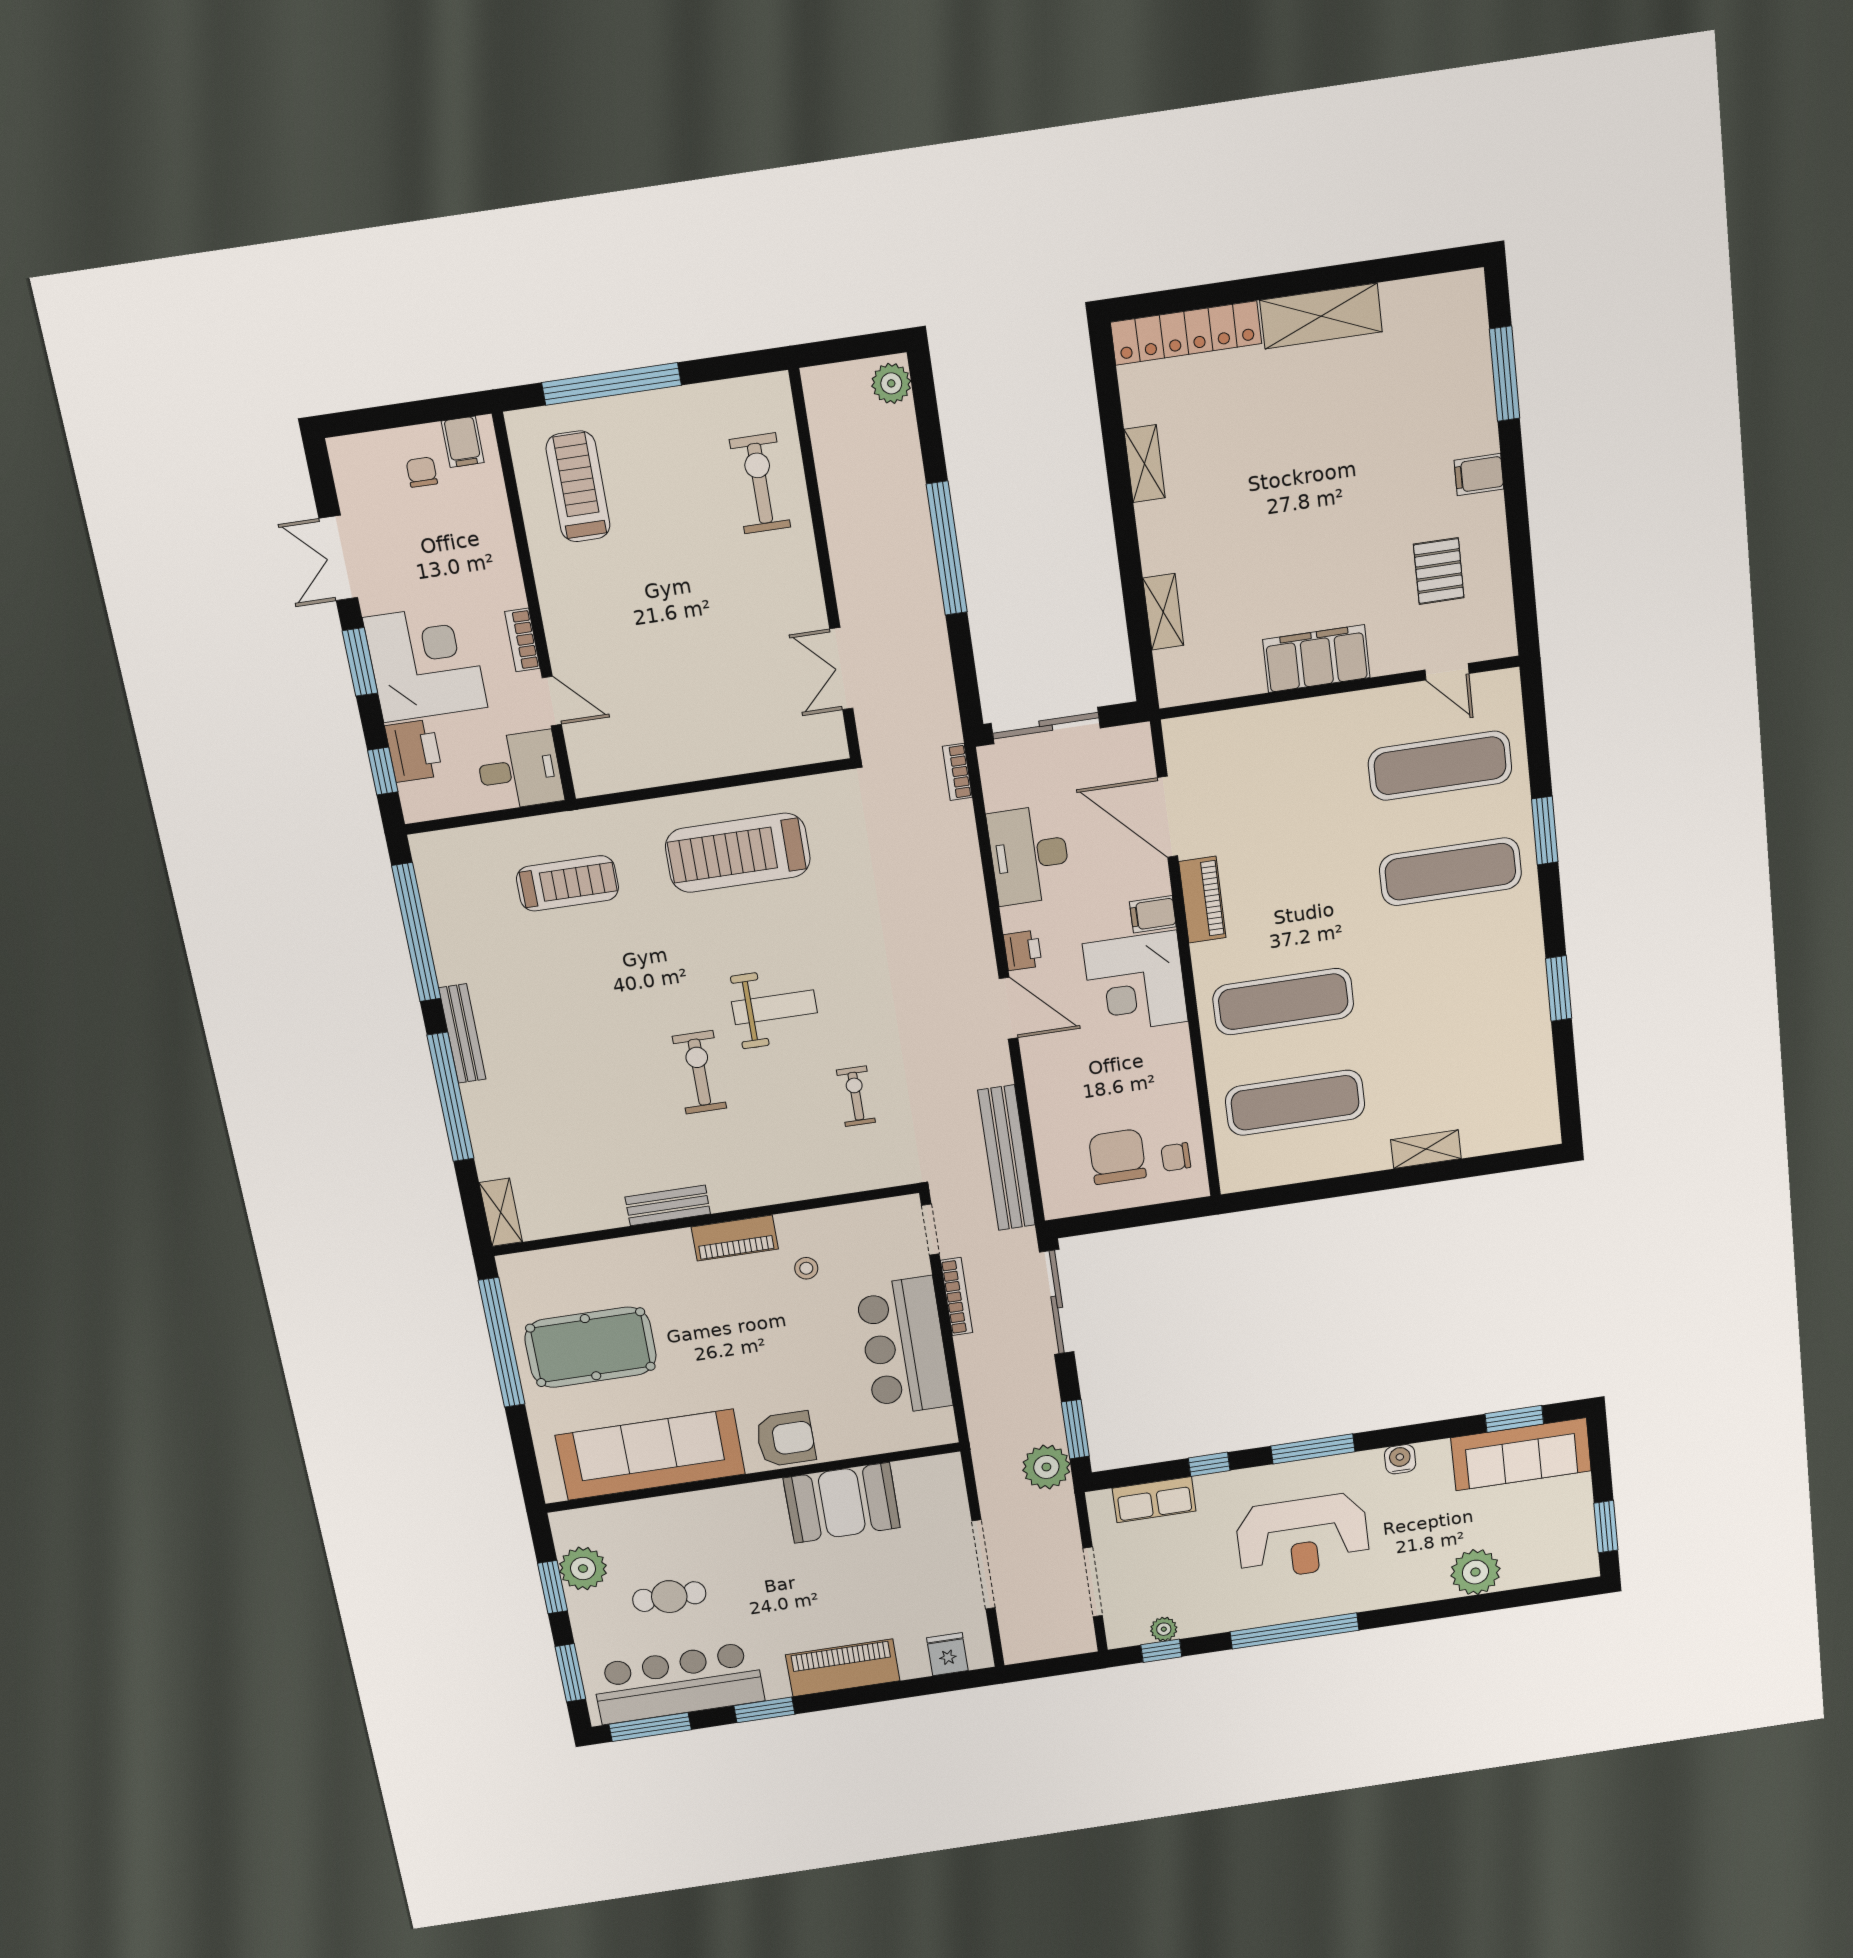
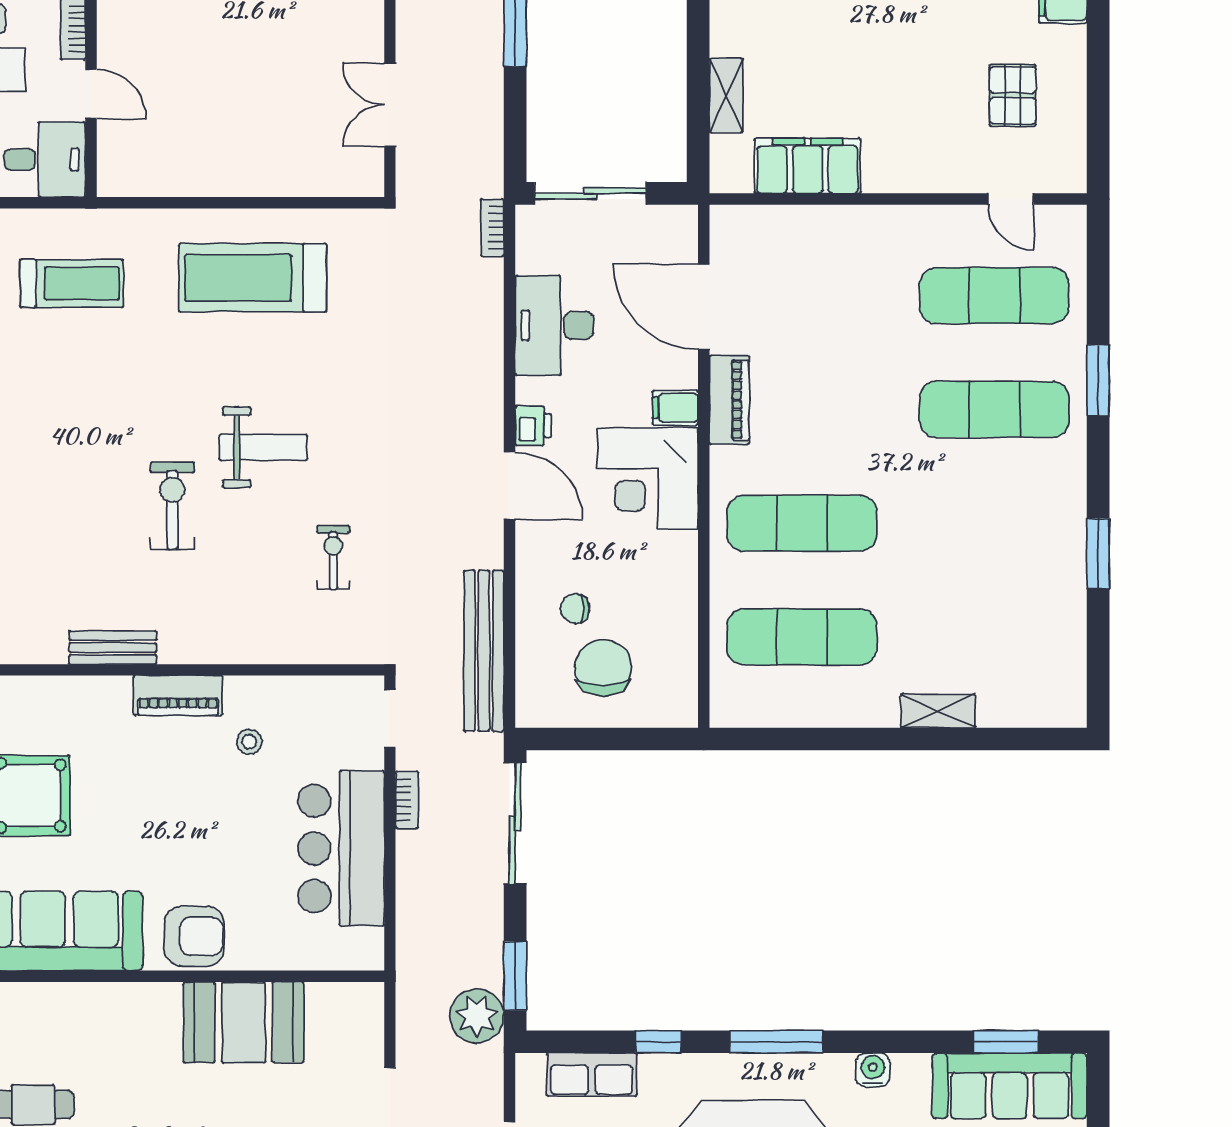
filing cabinet: (1316, 659) -> (808, 166), moved
chair: (1176, 1157) -> (575, 608), moved
bookcase: (957, 1297) -> (407, 800), width x0.64

